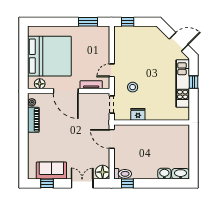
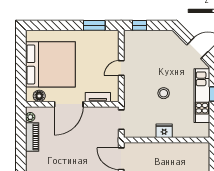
door: (112, 70) -> (121, 68), moved
stool: (133, 87) -> (164, 93), moved
door: (66, 91) -> (69, 104), hinge flipped
fridge: (138, 114) -> (164, 131), moved

